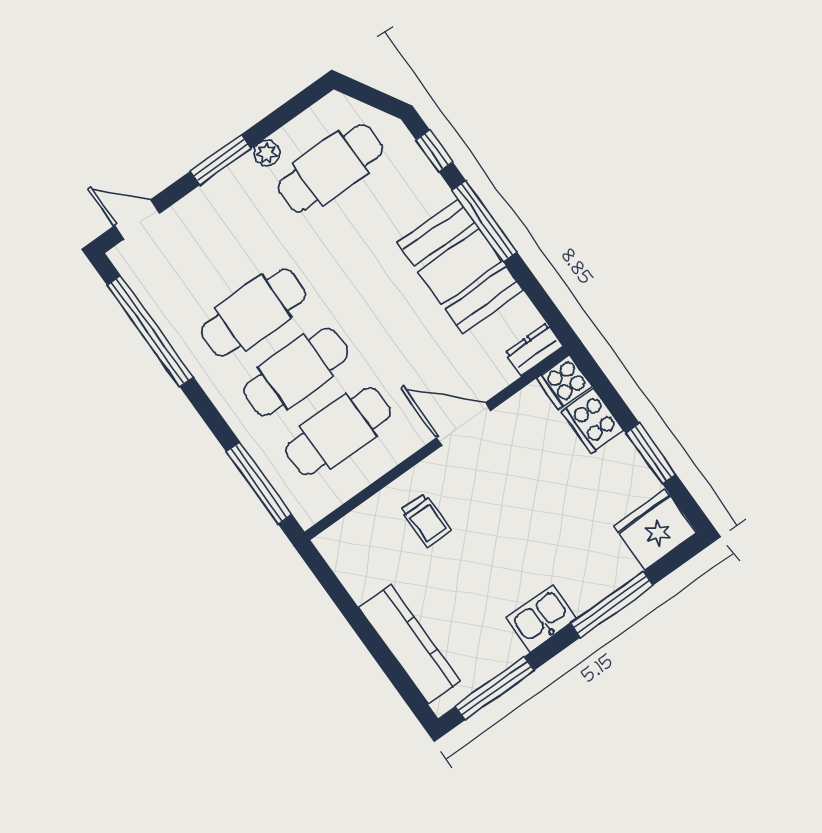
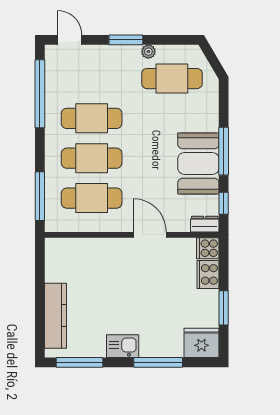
window: (434, 151) -> (224, 203), moved
trolley: (426, 520) -> (102, 266), removed

